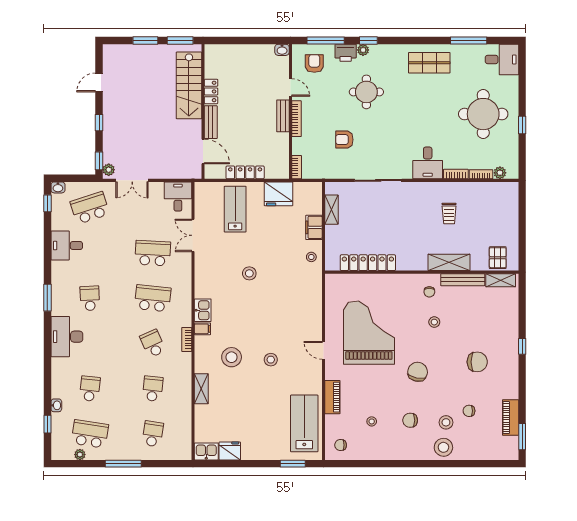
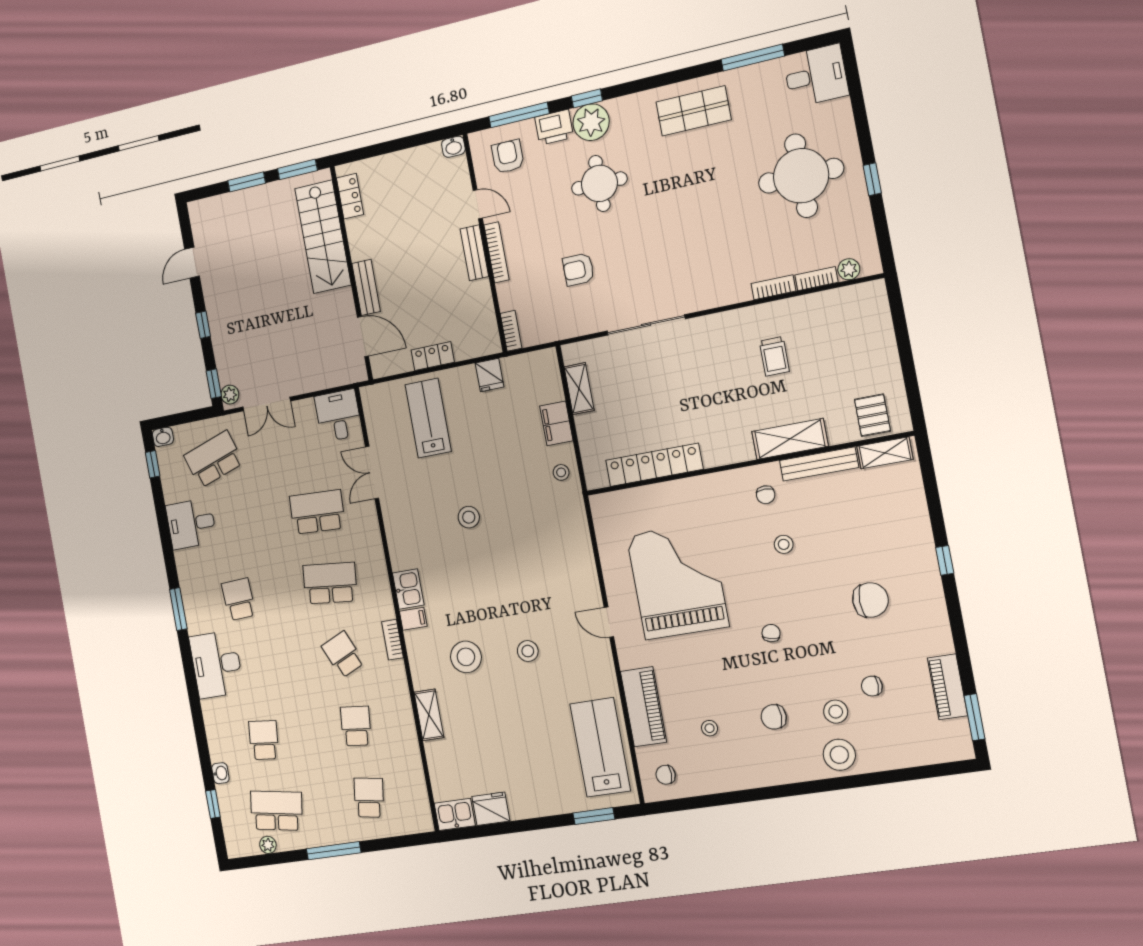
plant: (363, 50) -> (591, 122), width x1.87, depth x1.87
locker: (211, 91) -> (350, 196), moved
desk: (428, 163) -> (722, 279), removed
locker: (245, 172) -> (433, 356), width x0.66
fridge: (278, 194) -> (490, 375), width x0.53, depth x0.75
chair: (418, 372) -> (771, 633), width x0.54, depth x0.54
piano: (332, 397) -> (643, 707), width x1.37, depth x1.33

